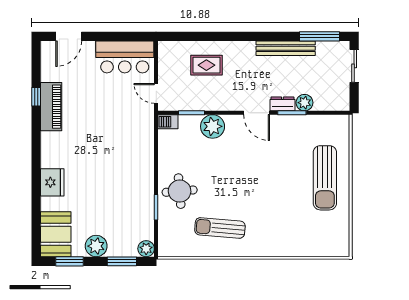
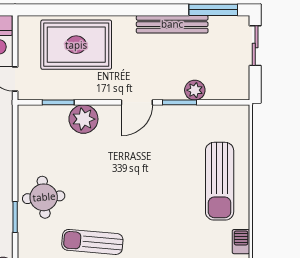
rug: (206, 65) -> (76, 45), width x1.86, depth x2.06
dresser: (282, 104) -> (168, 92), removed
door: (257, 113) -> (137, 102), hinge flipped
barbecue: (168, 122) -> (241, 242), moved, turned 90

